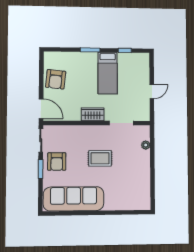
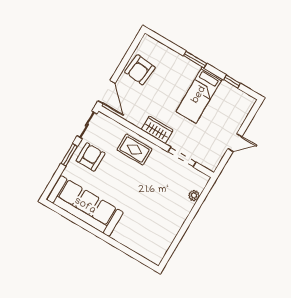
rug: (100, 158) -> (135, 149), moved
armchair: (57, 162) -> (90, 157), turned 180

